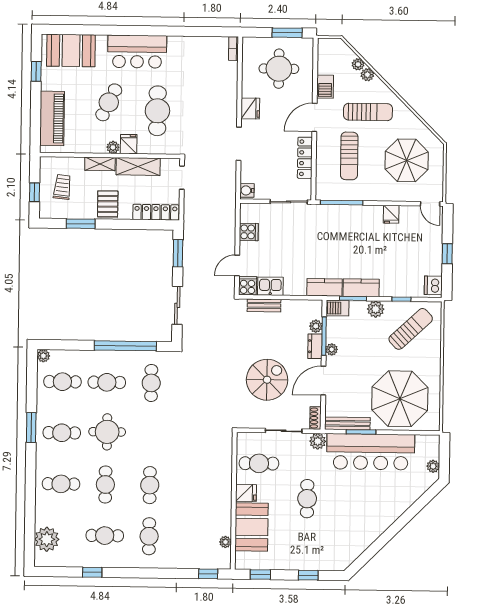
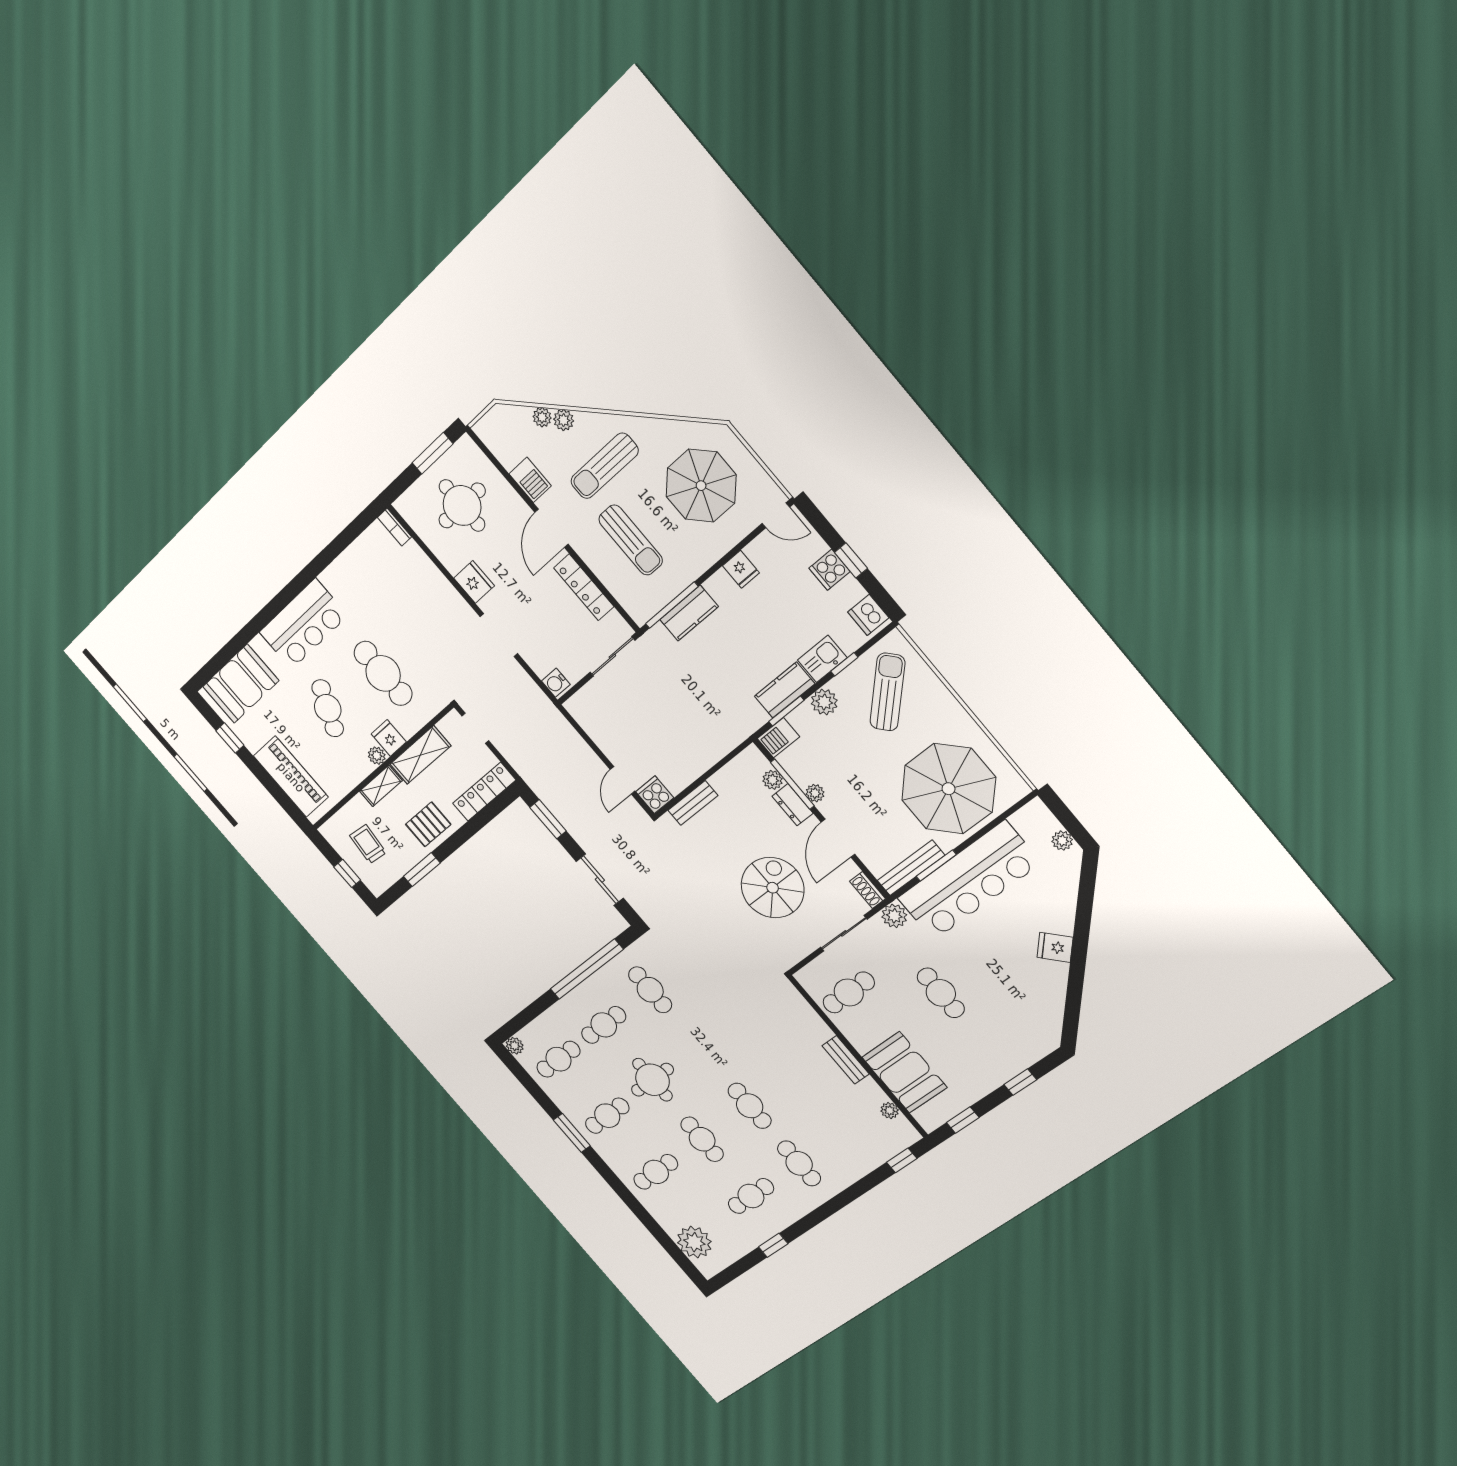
sun lounger: (368, 112) -> (604, 466), turned 180
pallet: (108, 204) -> (428, 824), turned 90
cooker: (249, 232) -> (830, 570), moved, turned 180
kitchen sink: (270, 286) -> (822, 659), moved
kitchen counter: (325, 287) -> (689, 613), moved, turned 180
fridge: (246, 493) -> (1055, 947), moved, turned -135
bench: (226, 498) -> (846, 1060), added

